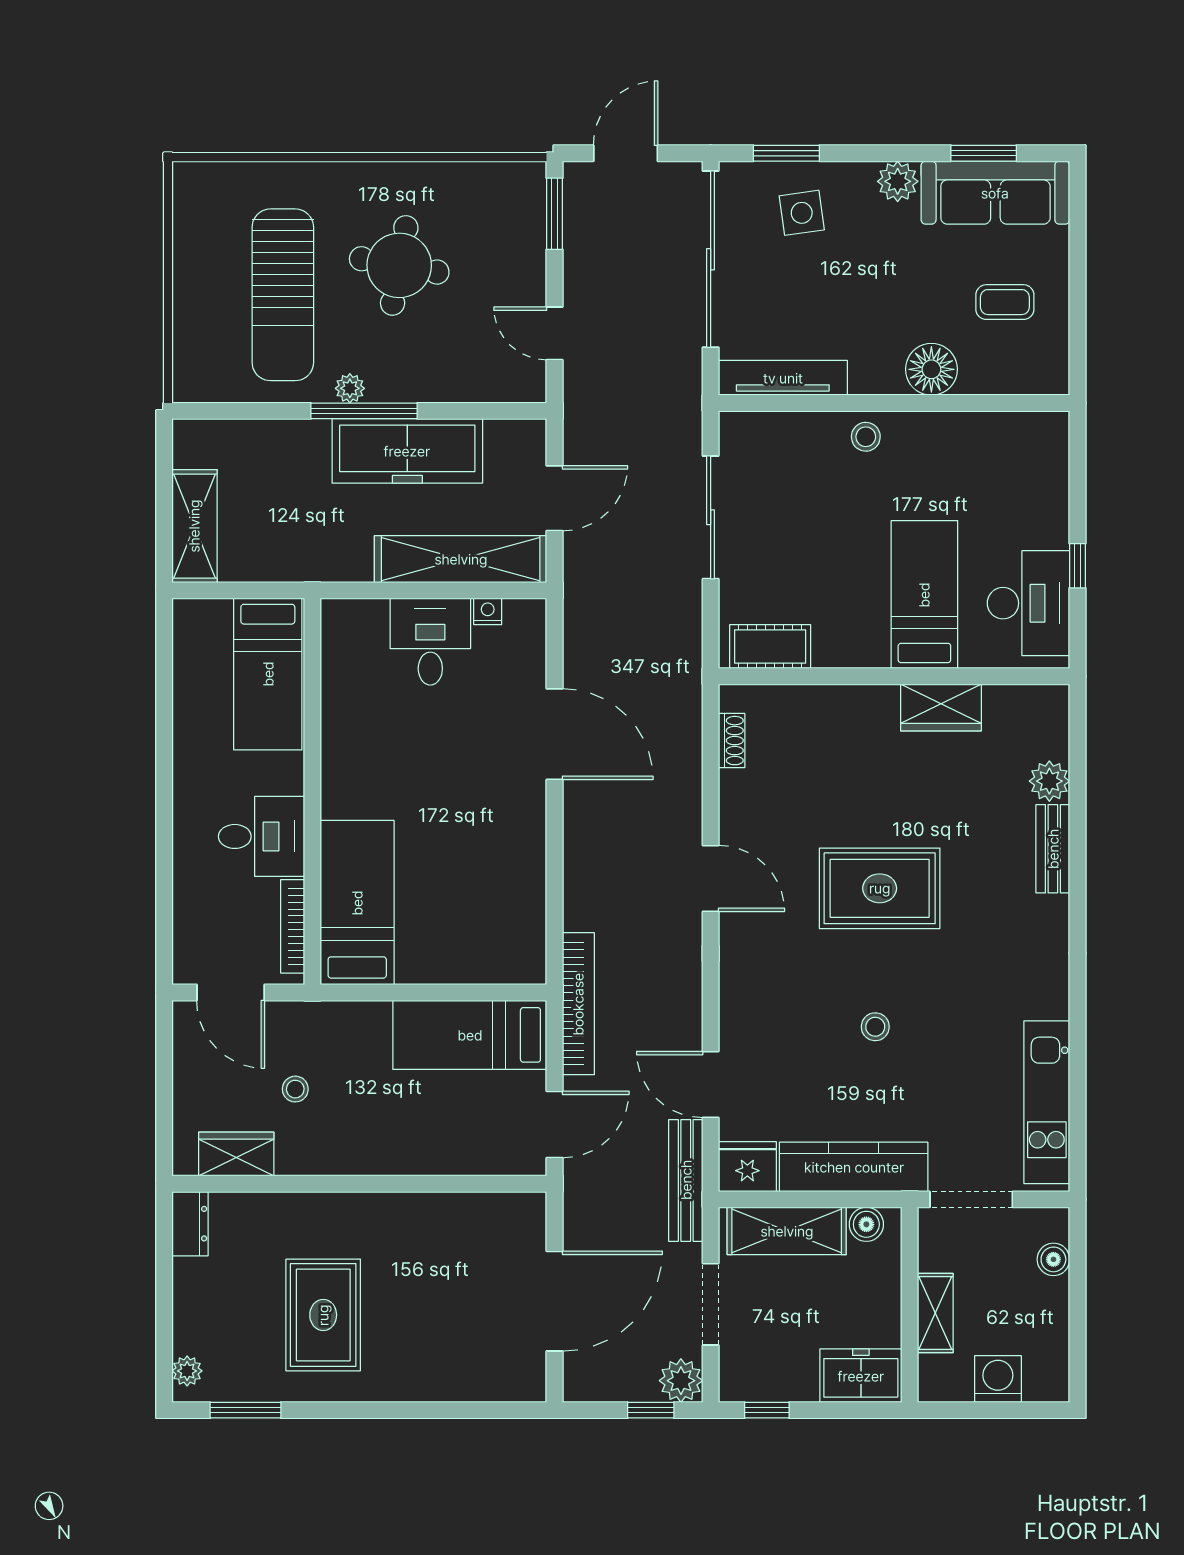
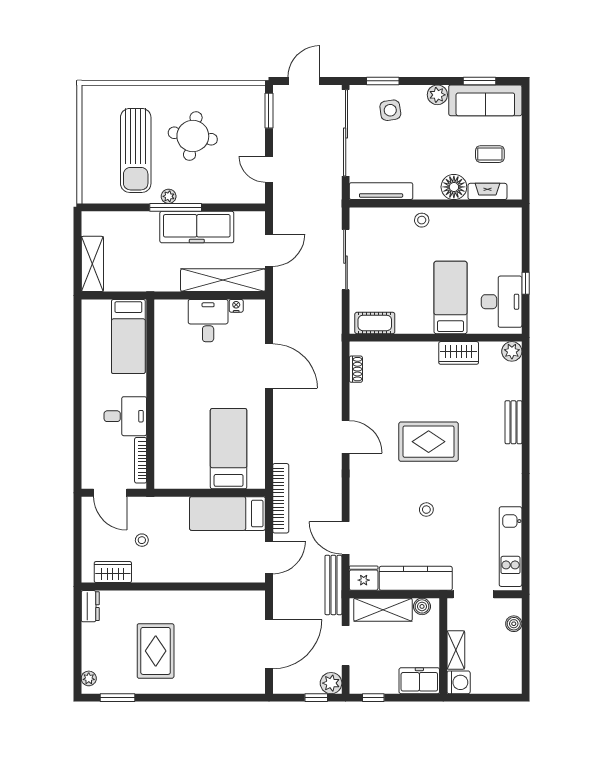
fireplace: (1000, 378) -> (487, 191), added
plant: (1049, 781) -> (512, 351), moved
bed: (357, 903) -> (229, 449), moved
washing machine: (998, 1379) -> (459, 682), moved, turned 90

